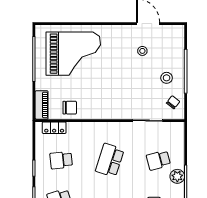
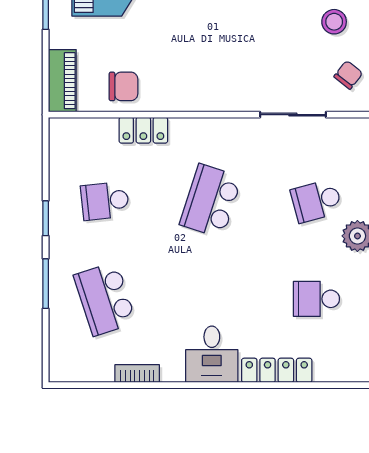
locker: (54, 128) -> (143, 130), moved

